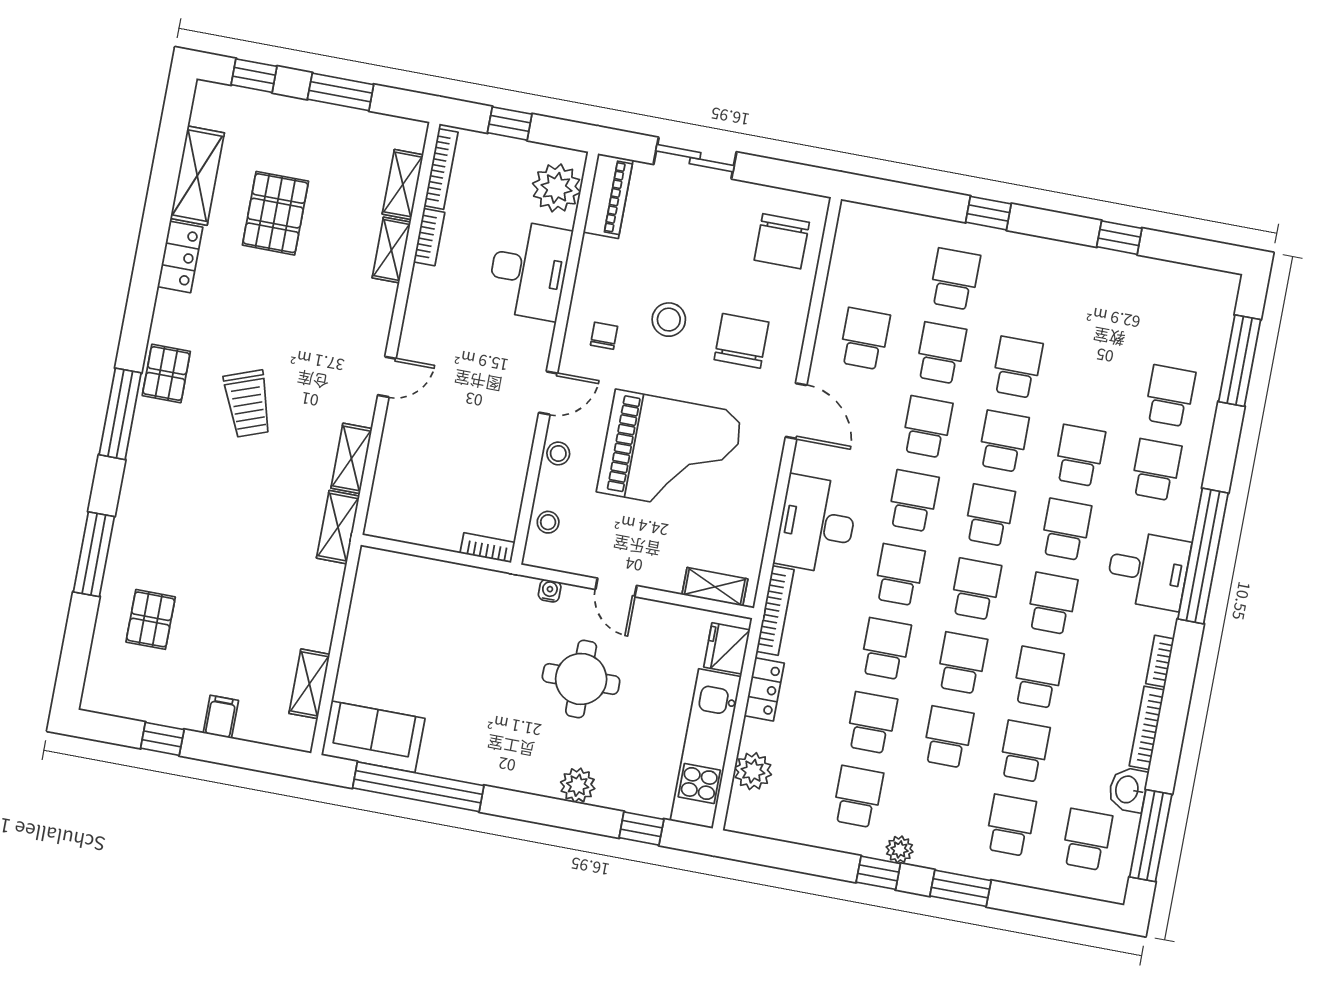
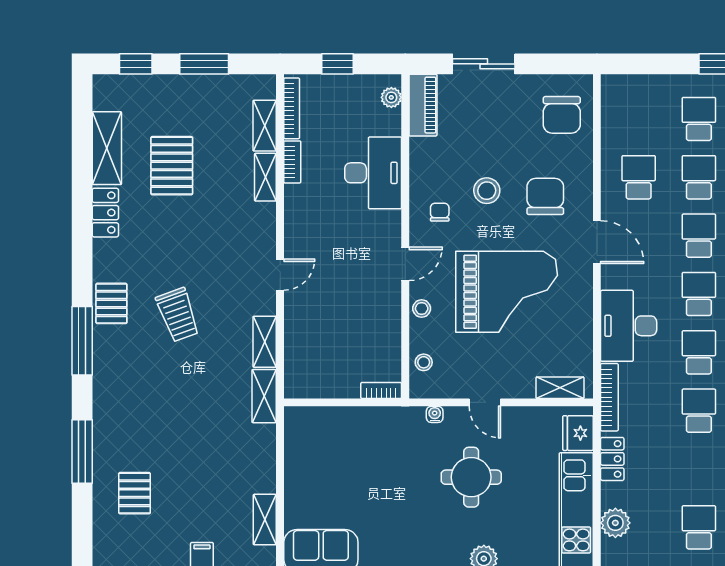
plant: (557, 188) -> (391, 97), width x0.53, depth x0.53
school desk: (872, 723) -> (699, 469), removed

